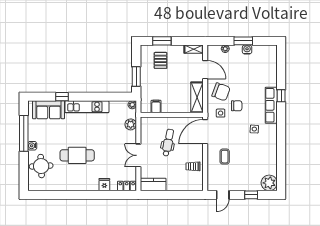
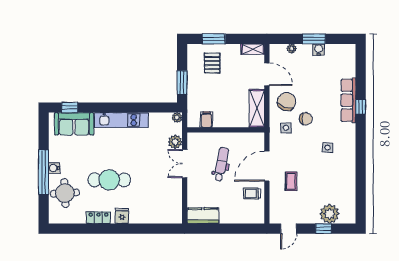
chair: (221, 92) -> (287, 102), turned -92
window: (62, 97) -> (70, 107), moved
row of seats: (271, 105) -> (348, 100), moved
door: (205, 132) -> (267, 166), moved
window: (24, 133) -> (44, 172), moved
double door: (138, 155) -> (185, 164), moved
plant: (269, 183) -> (329, 214), moved
fridge: (104, 185) -> (122, 216), moved
locker: (127, 186) -> (98, 218), moved

